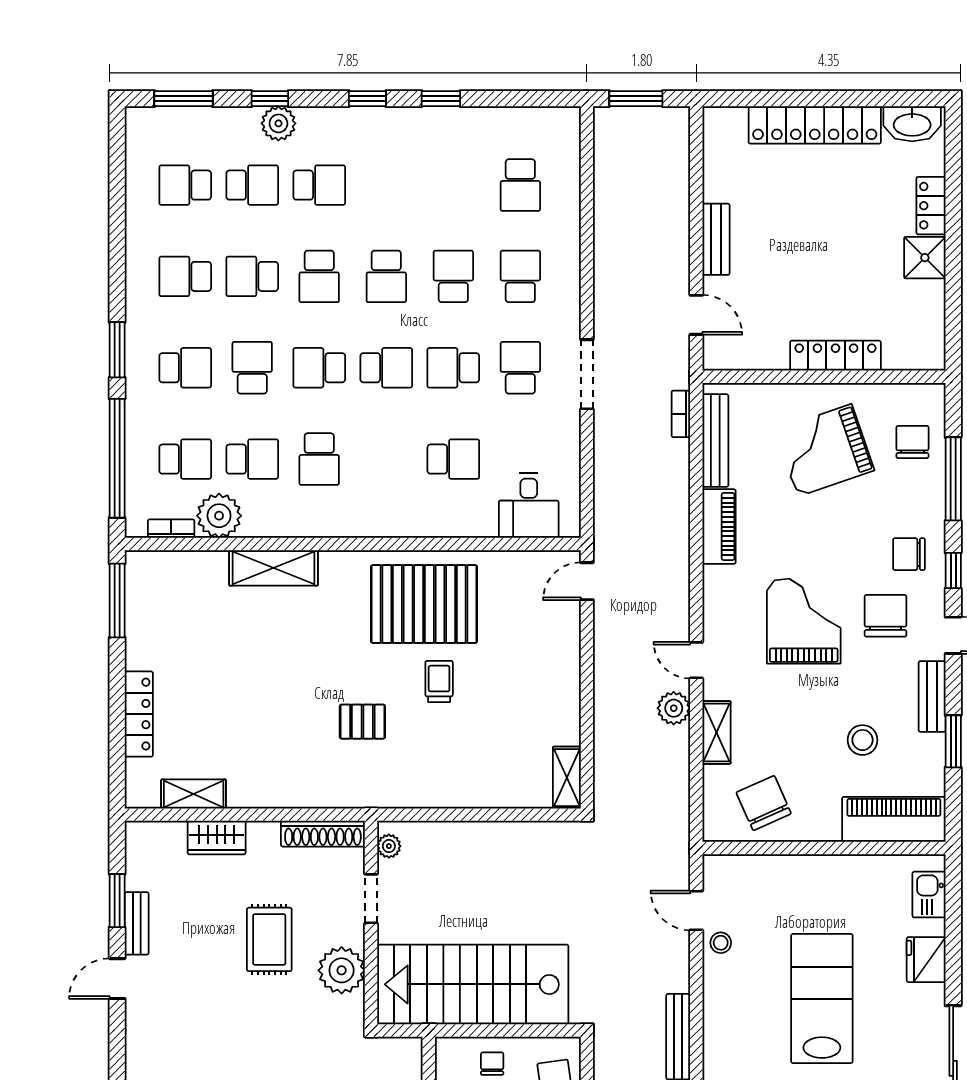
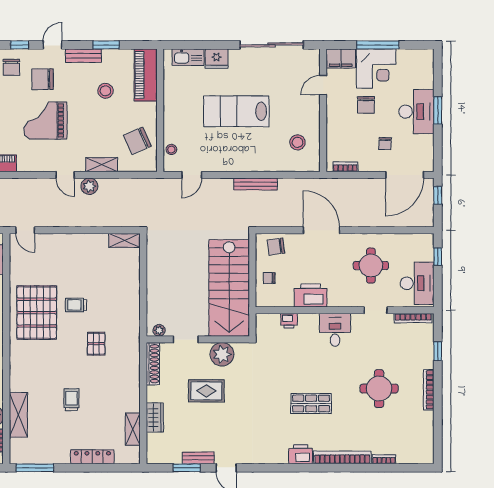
shelving: (274, 568) -> (18, 415), moved
door: (696, 660) -> (65, 175), hinge flipped
trolley: (252, 673) -> (71, 400), added
kitchen sink: (929, 895) -> (188, 57), width x1.38
stool: (721, 943) -> (171, 150), moved

